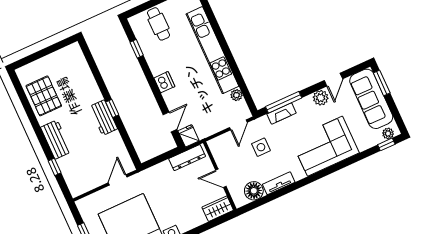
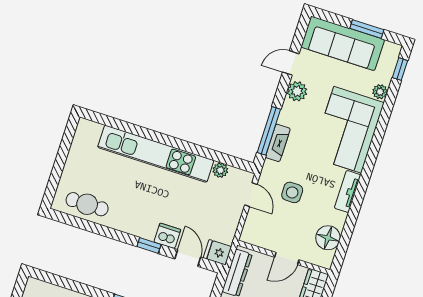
cafe table: (158, 24) -> (87, 204), moved
window: (137, 49) -> (149, 245), moved
door: (333, 80) -> (291, 63), swing flipped
dishwasher: (164, 82) -> (167, 236), moved
window: (382, 83) -> (367, 29), moved
plant: (388, 134) -> (380, 92), moved
tv unit: (279, 183) -> (348, 191), moved

